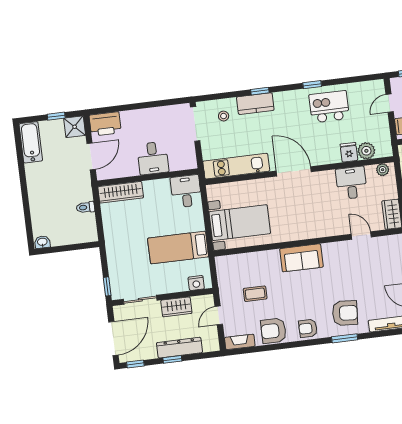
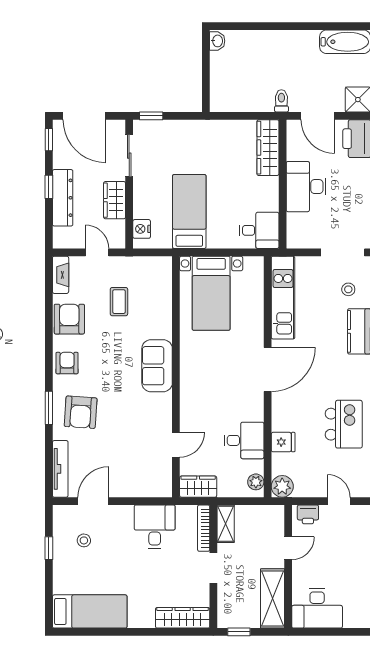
plant: (366, 151) -> (282, 486), moved
desk: (153, 158) -> (306, 187), width x1.37
toilet: (86, 207) -> (281, 101), moved

